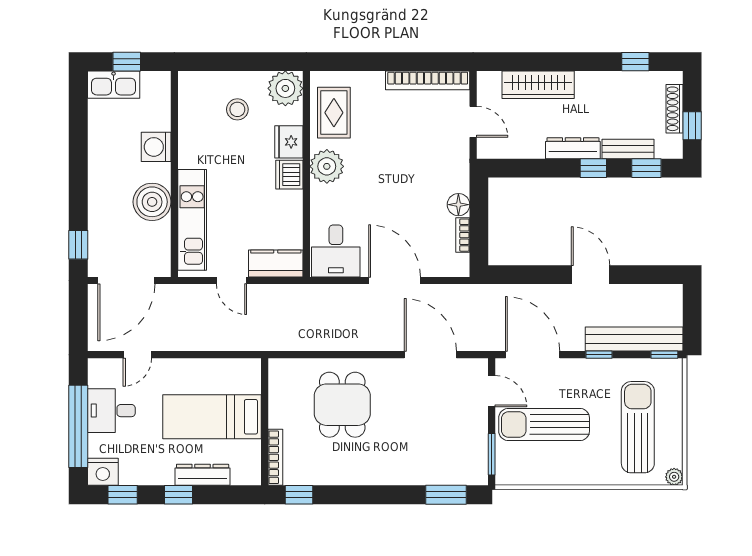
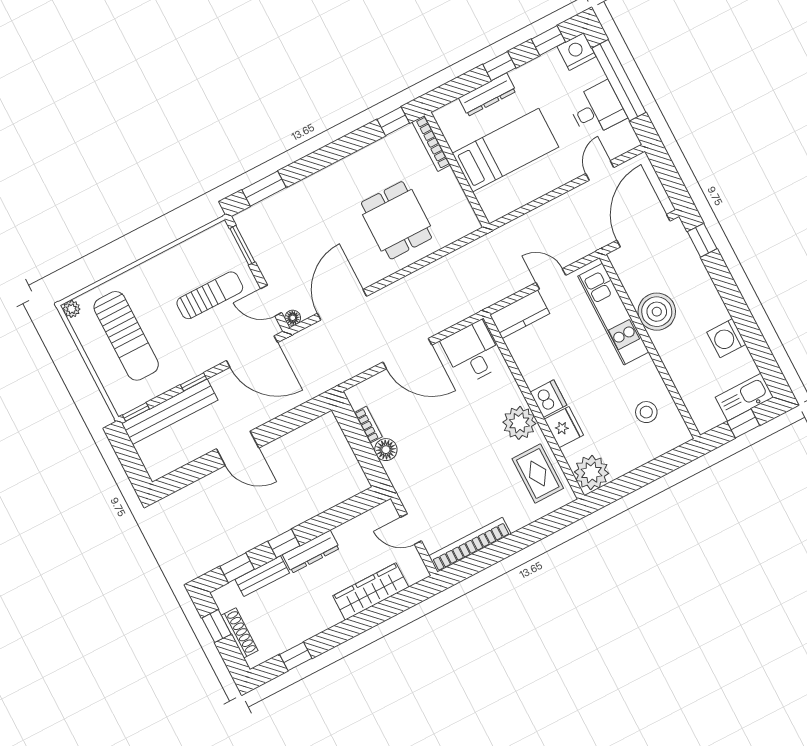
stool: (237, 109) -> (646, 412), moved
washing machine: (156, 147) -> (726, 338), moved, turned 180
door: (430, 355) -> (342, 305), swing flipped
floor lamp: (480, 366) -> (293, 318), added
sun lounger: (544, 425) -> (210, 295), width x0.73, depth x0.75

